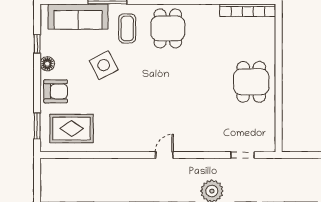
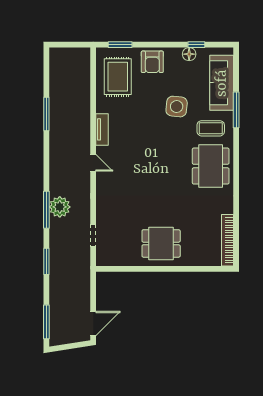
dining table: (168, 28) -> (211, 166), width x1.38
floor lamp: (47, 64) -> (189, 54), moved
side table: (104, 65) -> (177, 107), turned 33
tv unit: (128, 145) -> (102, 129), added

